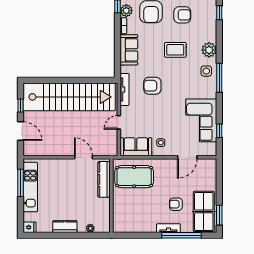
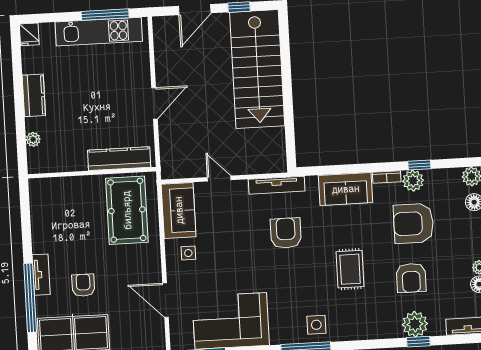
plant: (209, 50) -> (415, 324), moved
stairs: (69, 97) -> (257, 69), width x0.73
door: (84, 157) -> (155, 103), moved

